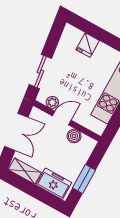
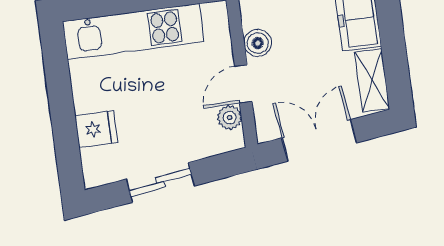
sliding door: (40, 72) -> (160, 182), moved
door: (62, 118) -> (243, 84), hinge flipped

